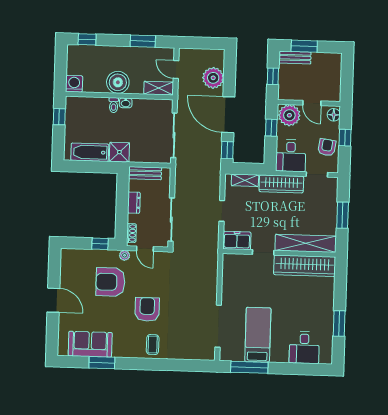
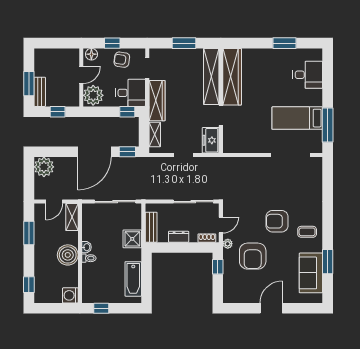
plant: (213, 78) -> (44, 167), moved
window: (271, 128) -> (127, 112), moved
shower: (119, 152) -> (132, 239), moved
coffee table: (153, 345) -> (307, 232), moved

